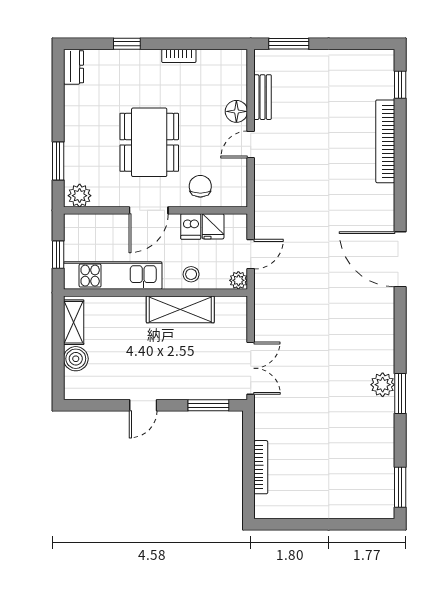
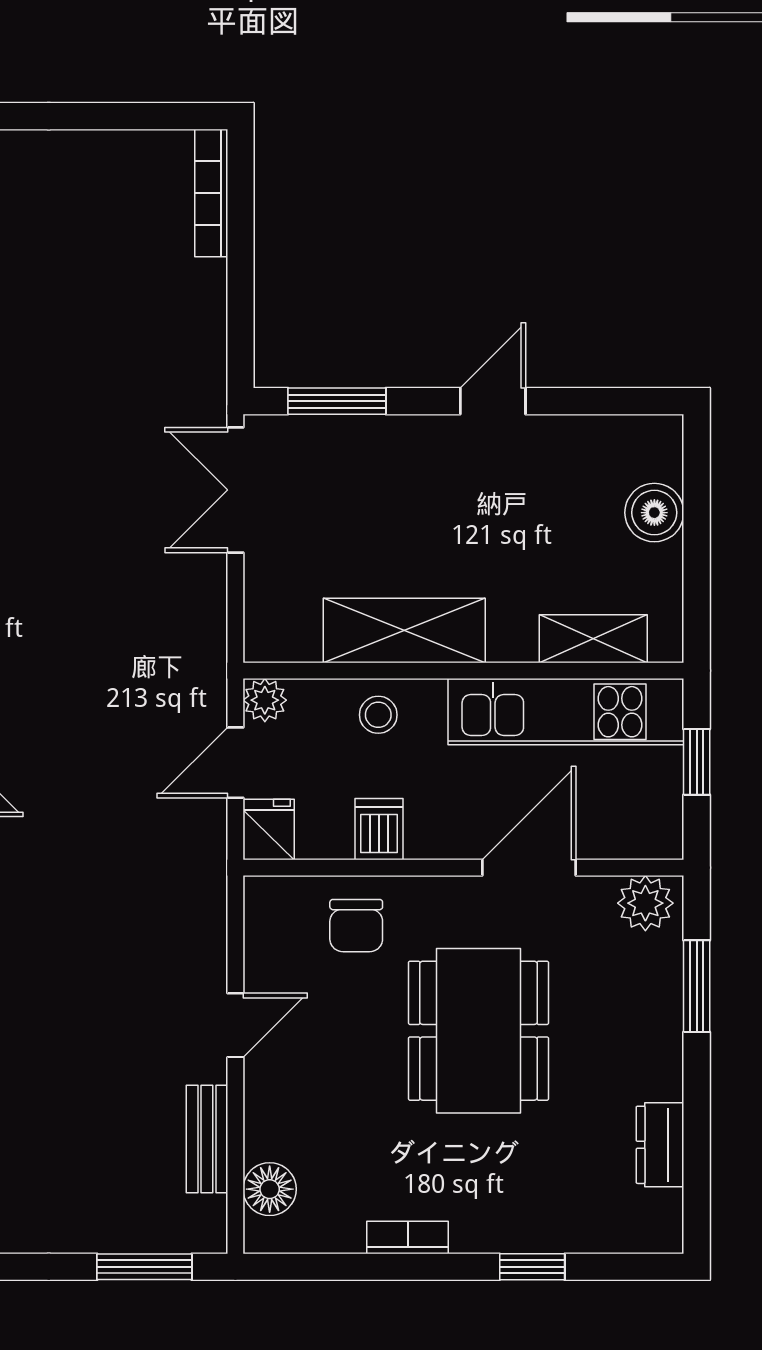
dresser: (73, 67) -> (660, 1145), moved
floor lamp: (236, 111) -> (270, 1189), moved
door: (149, 210) -> (529, 868), moved
fridge: (213, 226) -> (269, 829), moved
shelving: (74, 322) -> (593, 639), moved, turned 90
bookcase: (261, 467) -> (211, 193), moved

